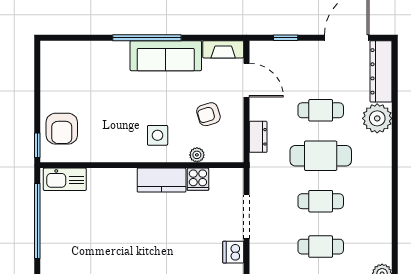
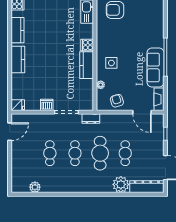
door: (246, 80) -> (142, 112), hinge flipped
armchair: (208, 114) -> (117, 101), moved
dresser: (258, 137) -> (91, 119), moved
cooker: (198, 179) -> (87, 45), moved

